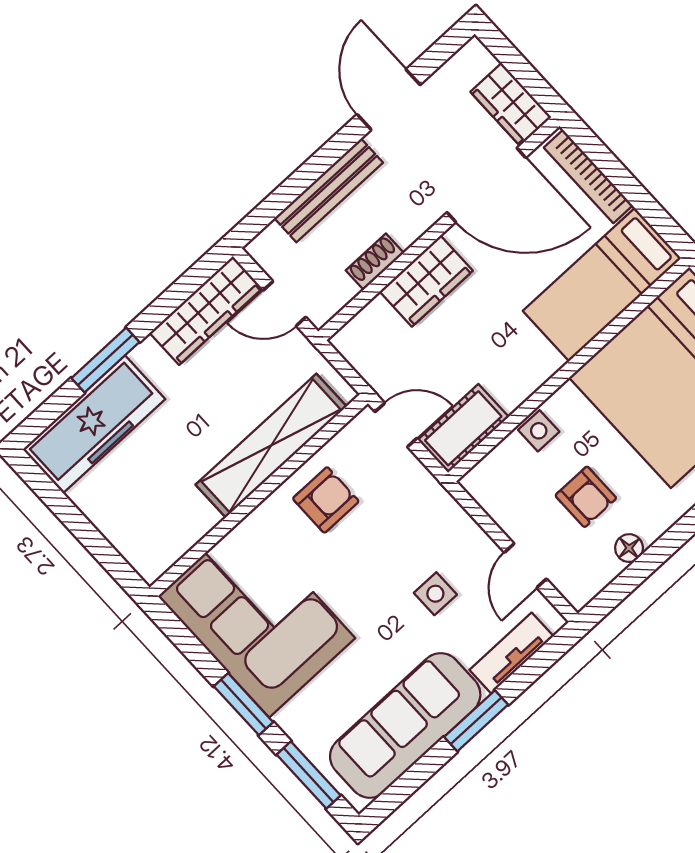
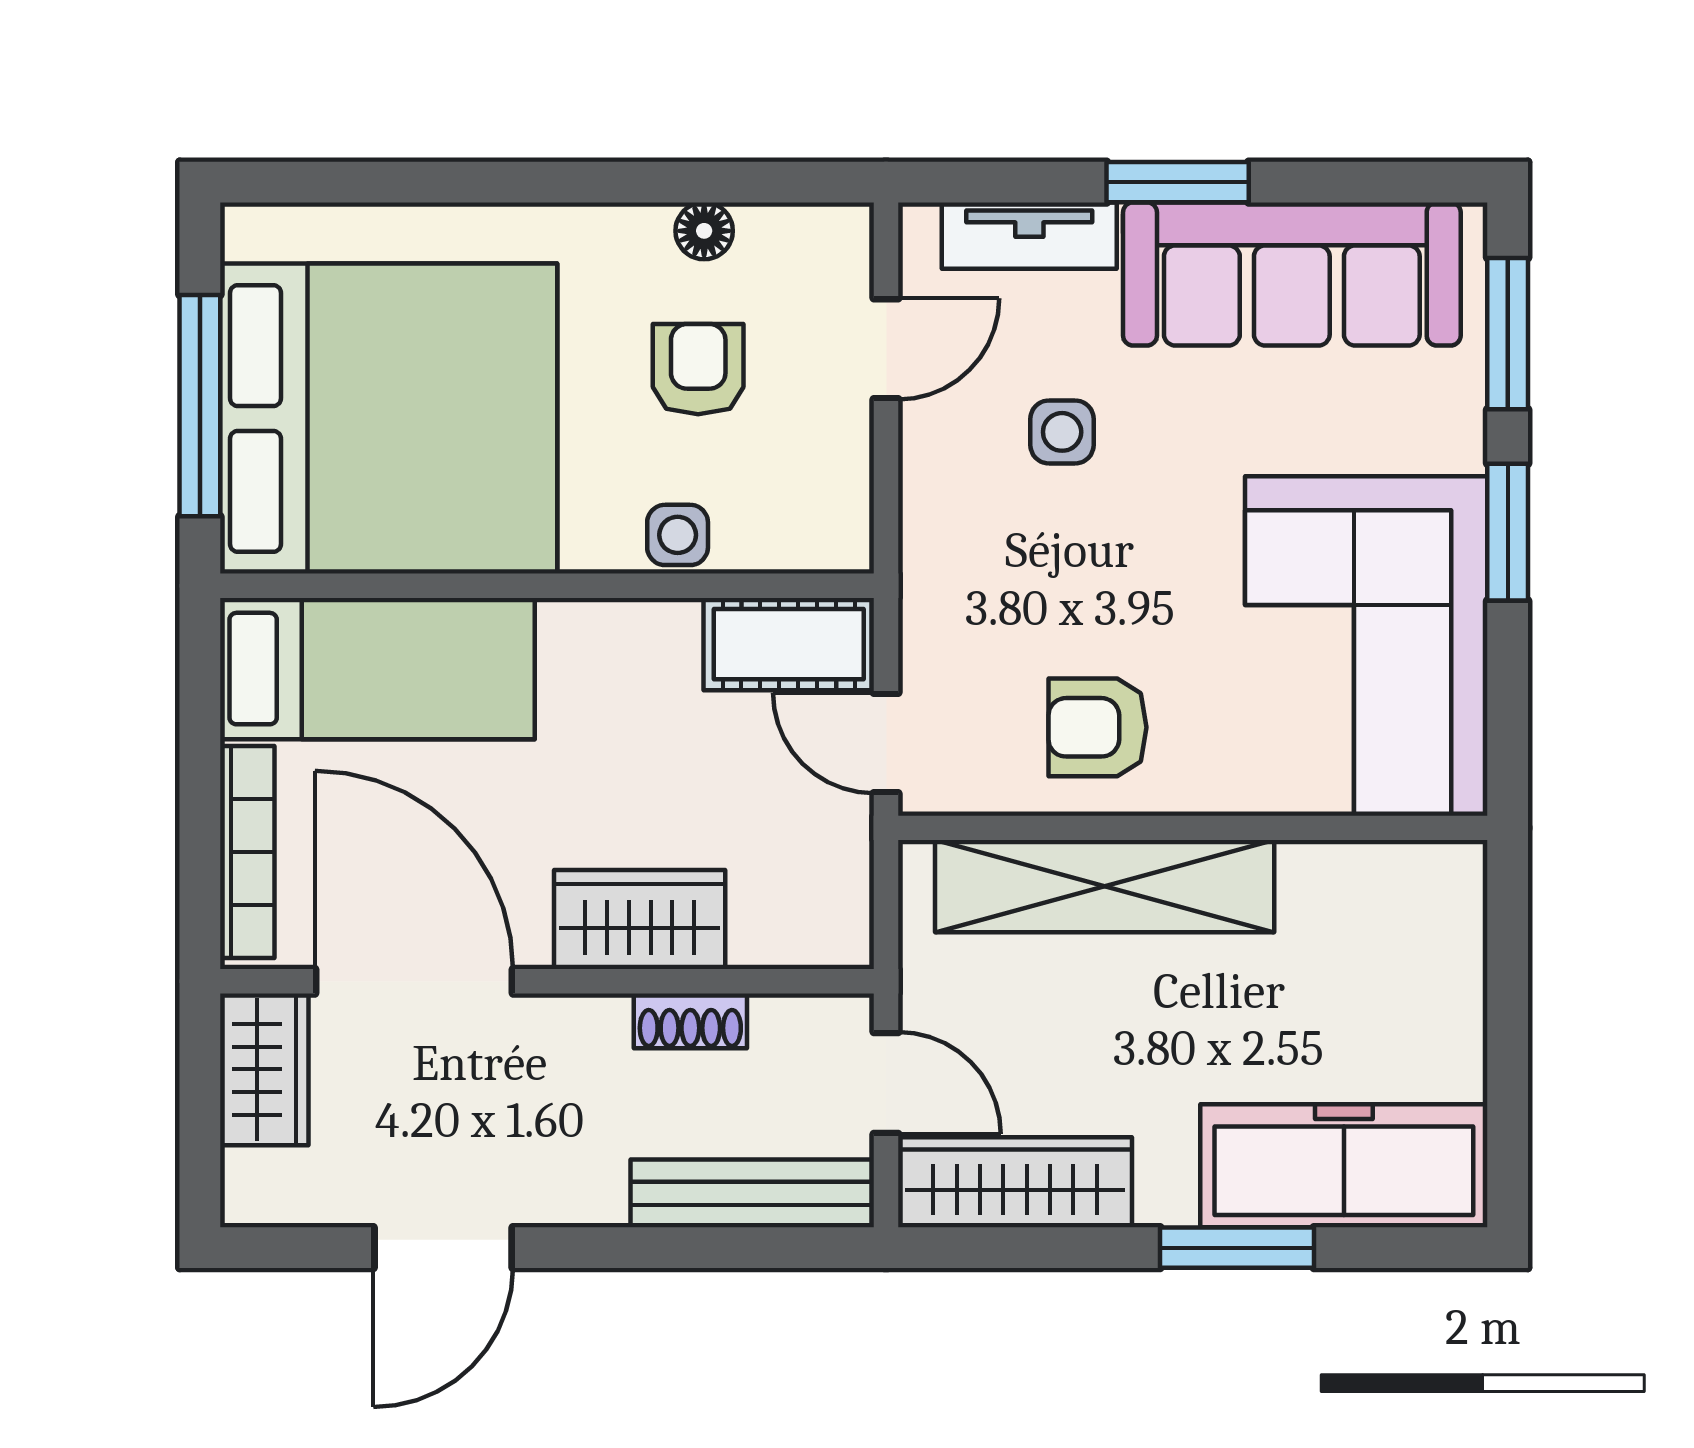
bench: (329, 190) -> (752, 1193), moved

